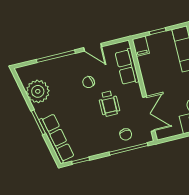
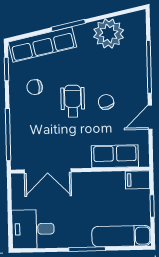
wheelchair: (109, 104) -> (73, 101), moved, turned 90
chair: (126, 134) -> (35, 87), moved

